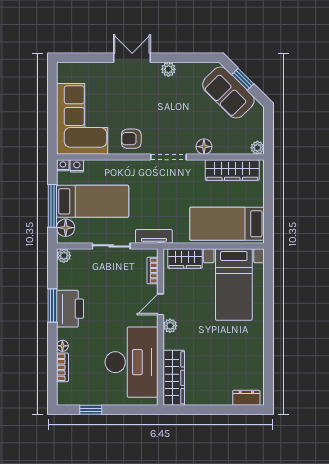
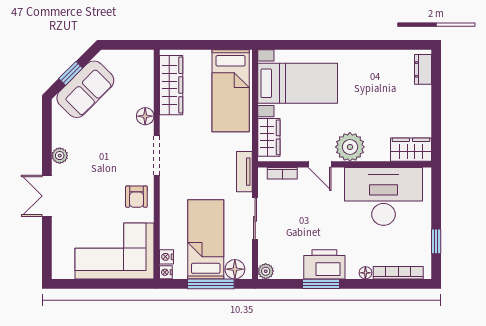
plant: (257, 148) -> (146, 57), removed
plant: (170, 326) -> (350, 147), width x1.88, depth x1.88
bookcase: (63, 367) -> (398, 273), width x1.56
wardrobe: (174, 378) -> (411, 150), width x0.67

